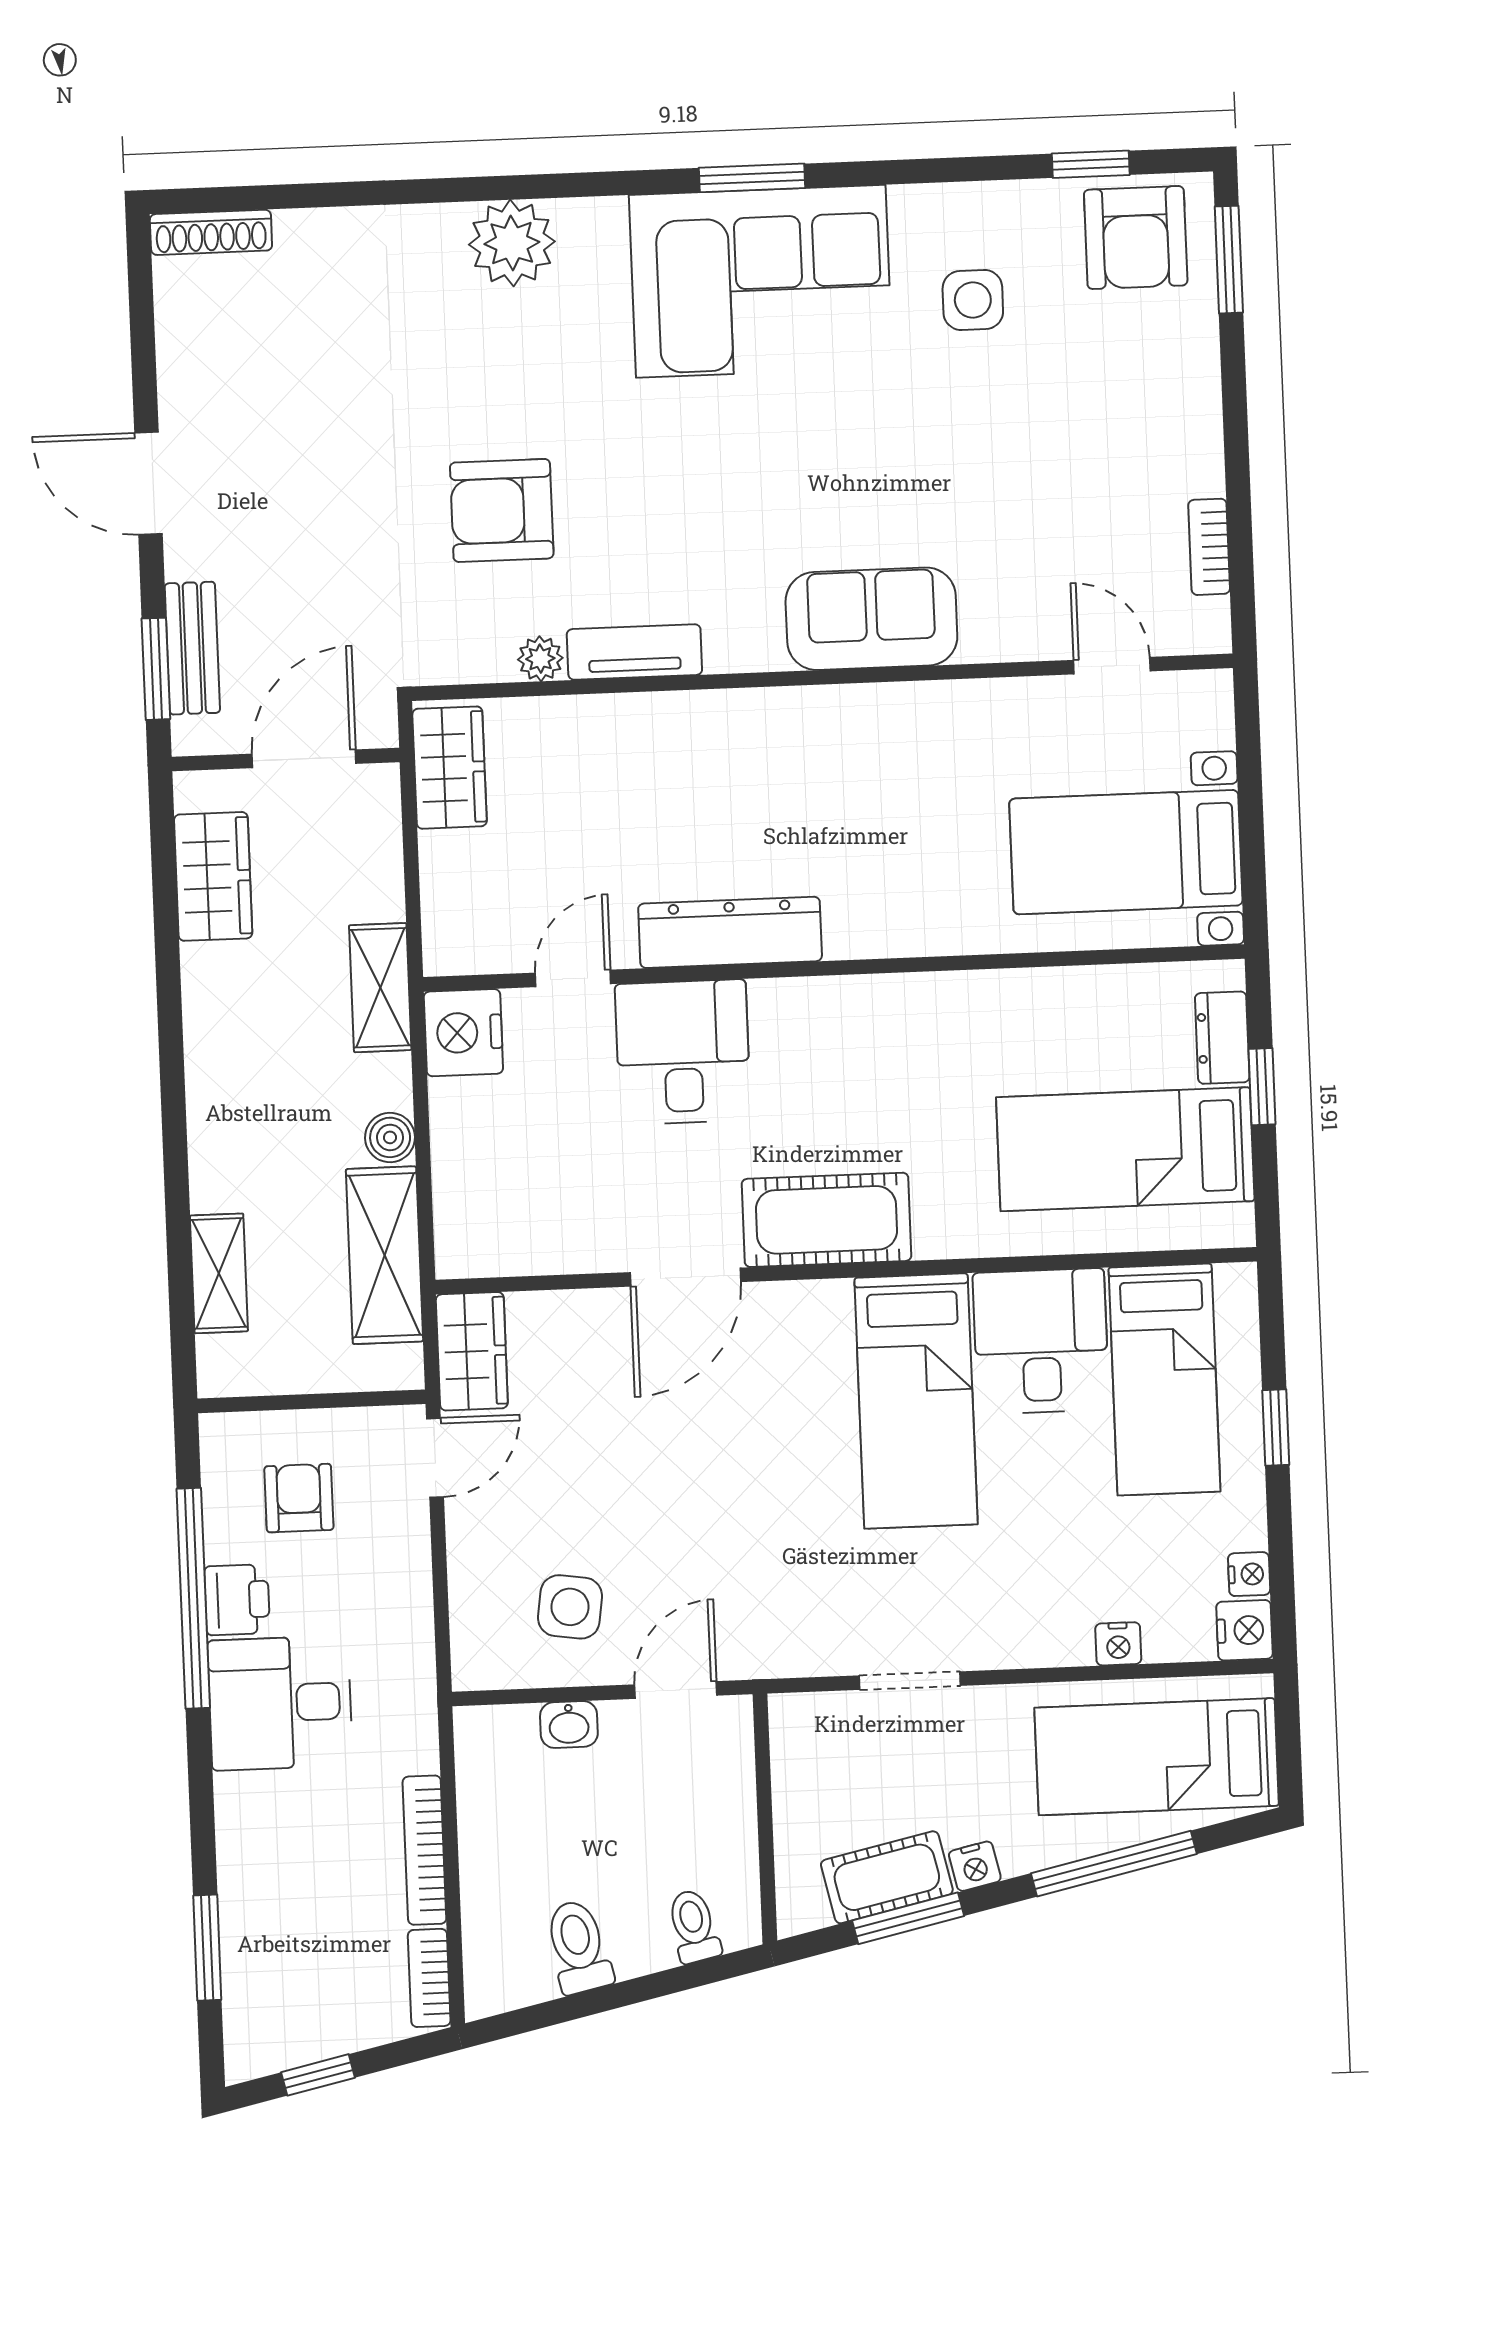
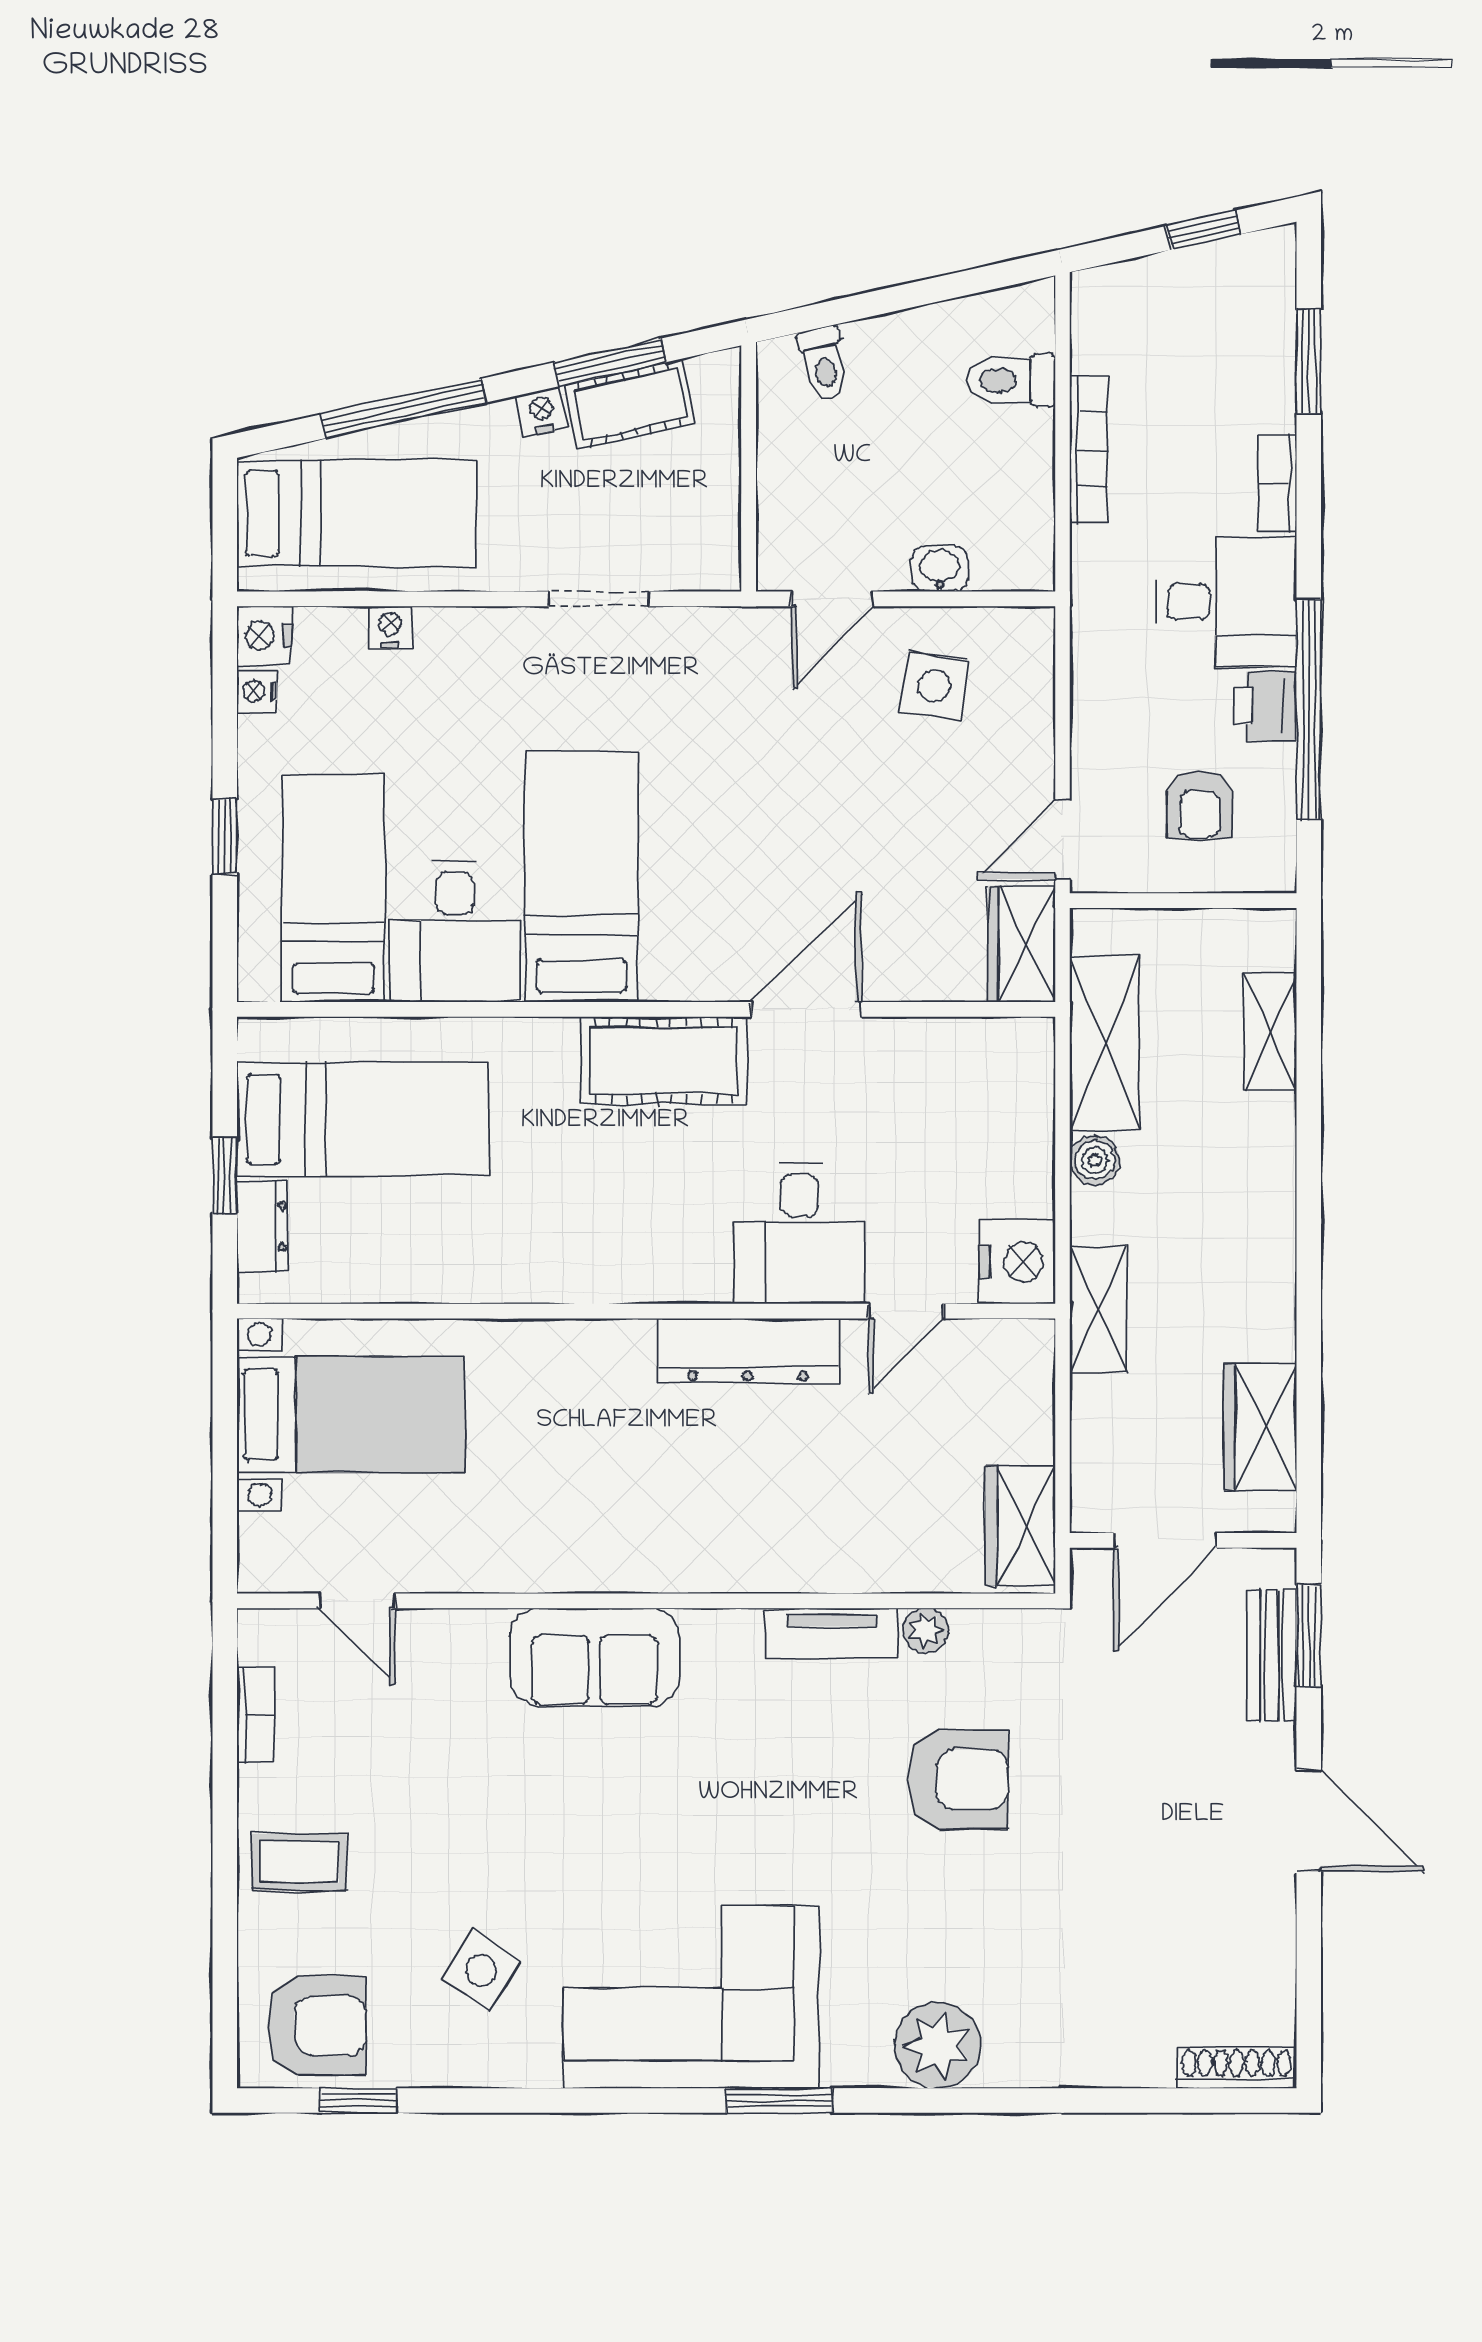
window: (752, 178) -> (779, 2101), moved
armchair: (1136, 238) -> (317, 2026), turned 90
window: (1229, 260) -> (225, 2000), removed
side table: (973, 300) -> (481, 1970), turned 34
coffee table: (1160, 401) -> (299, 1862), added
toilet: (578, 1947) -> (1011, 380), moved, turned 103
bookcase: (429, 1978) -> (1277, 483), moved, turned 180

